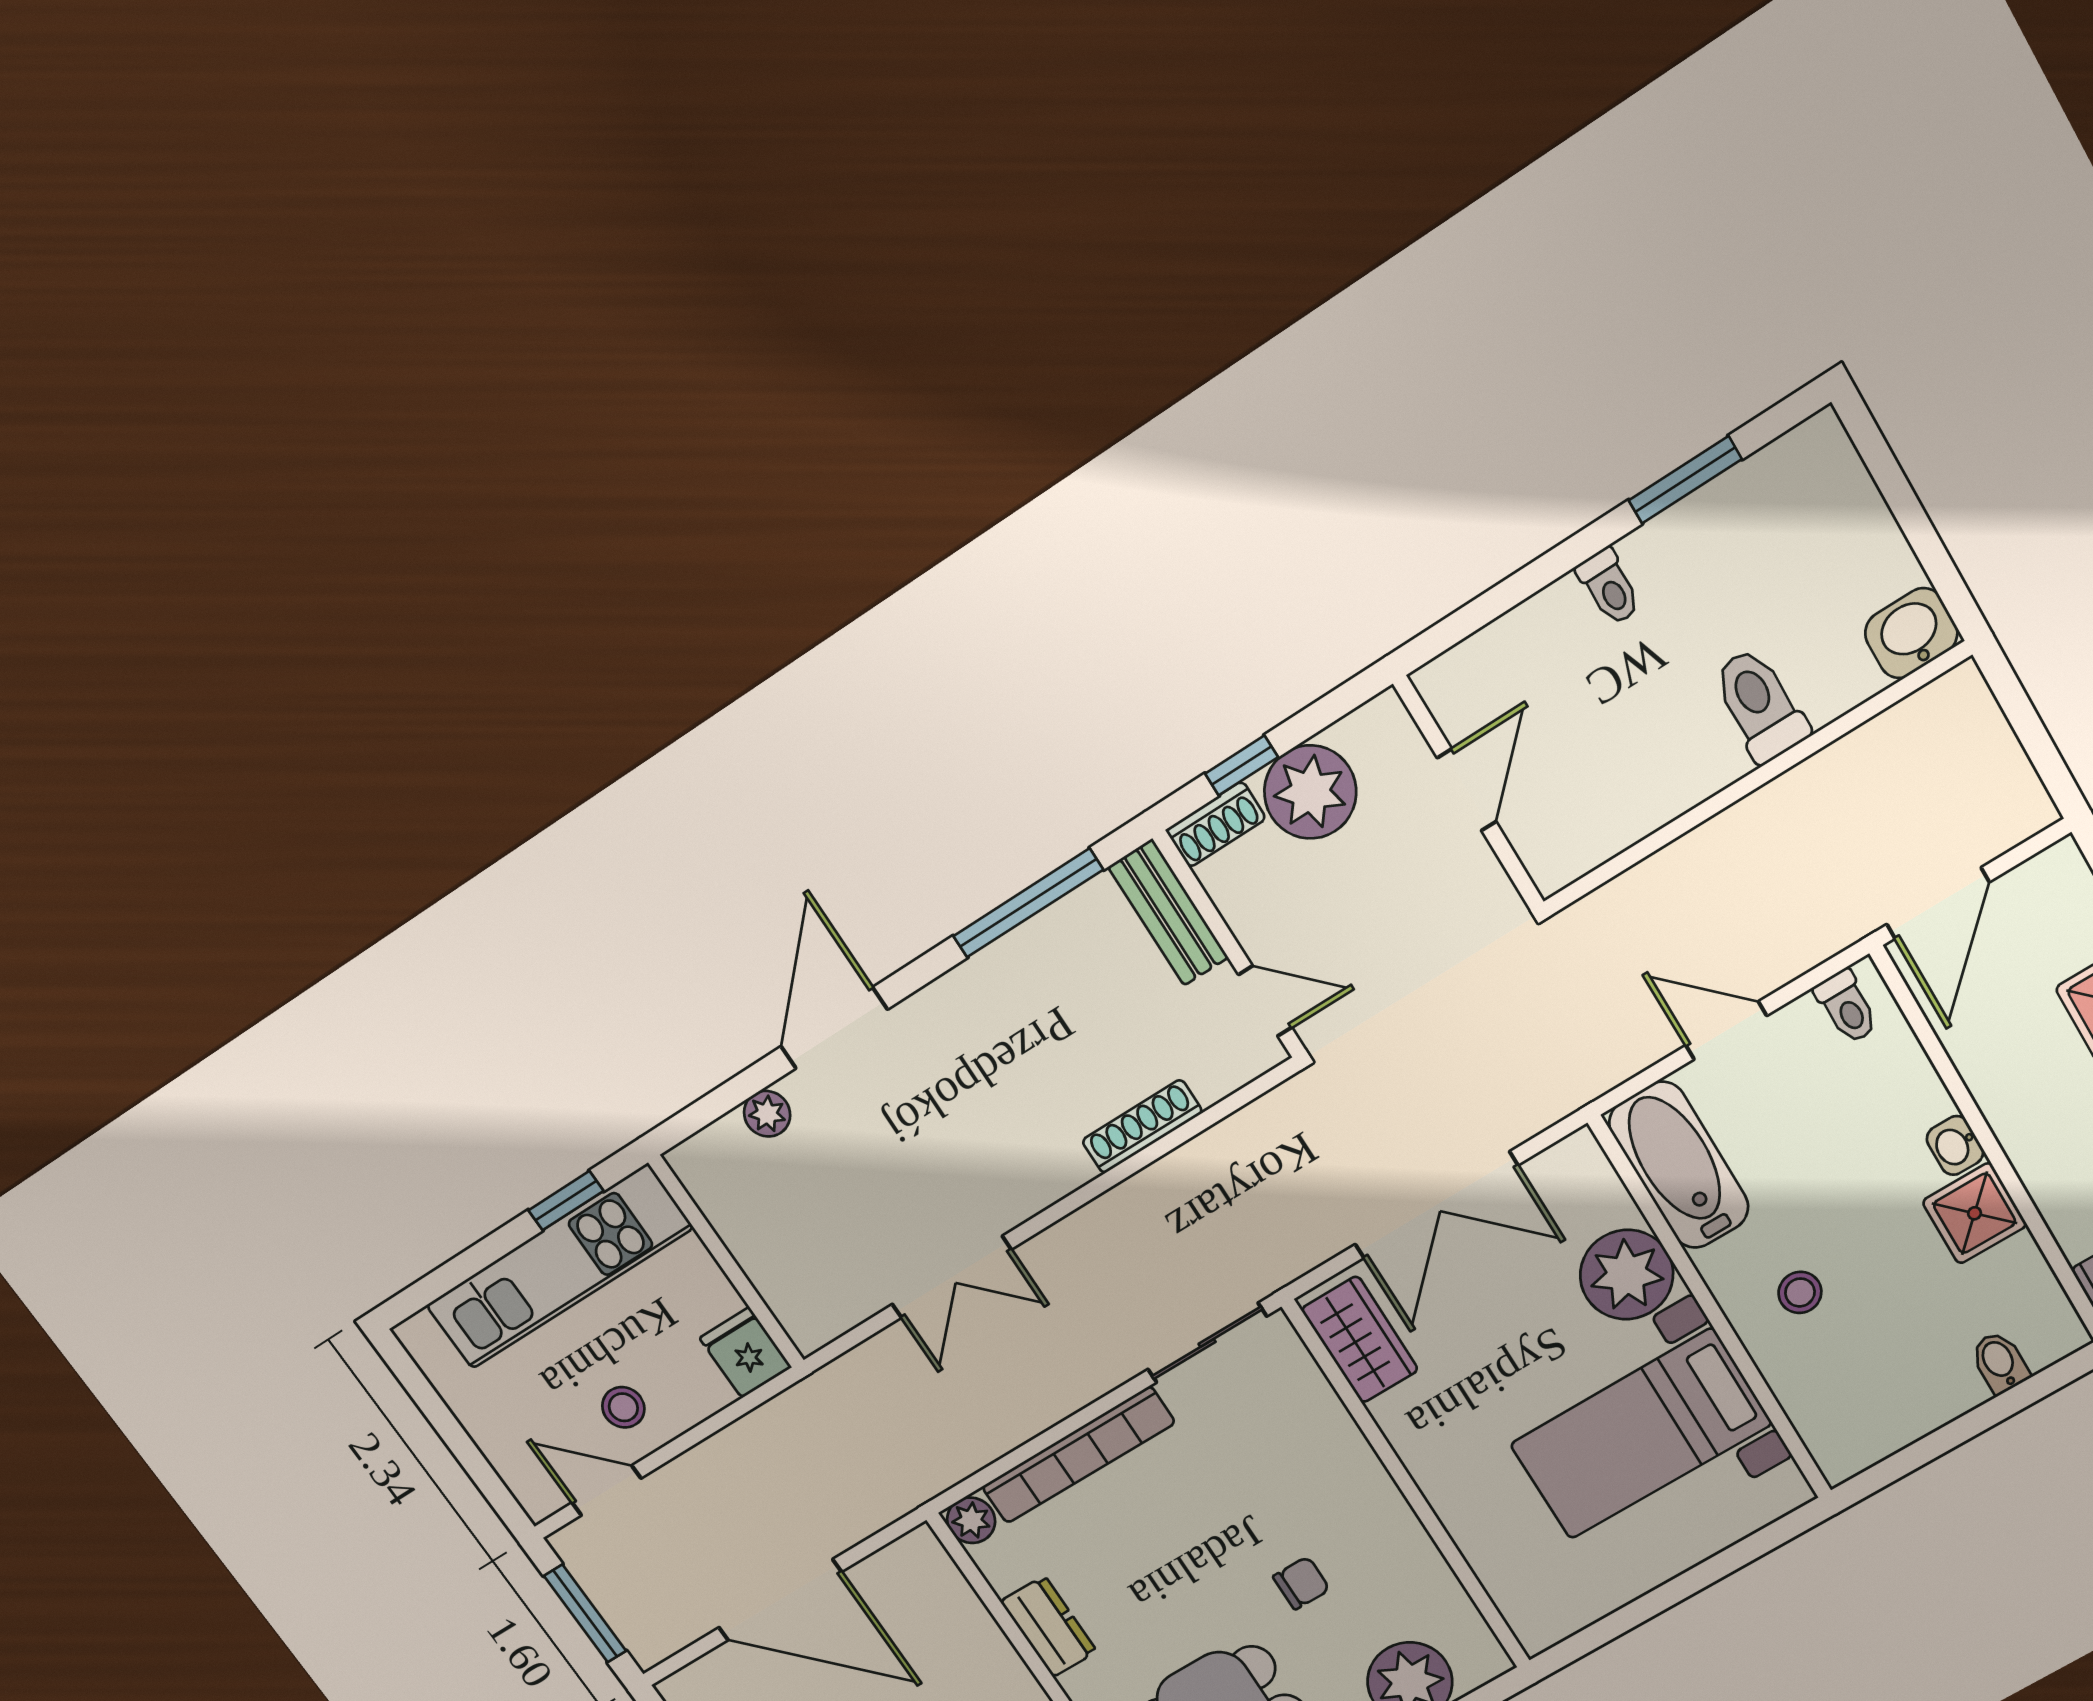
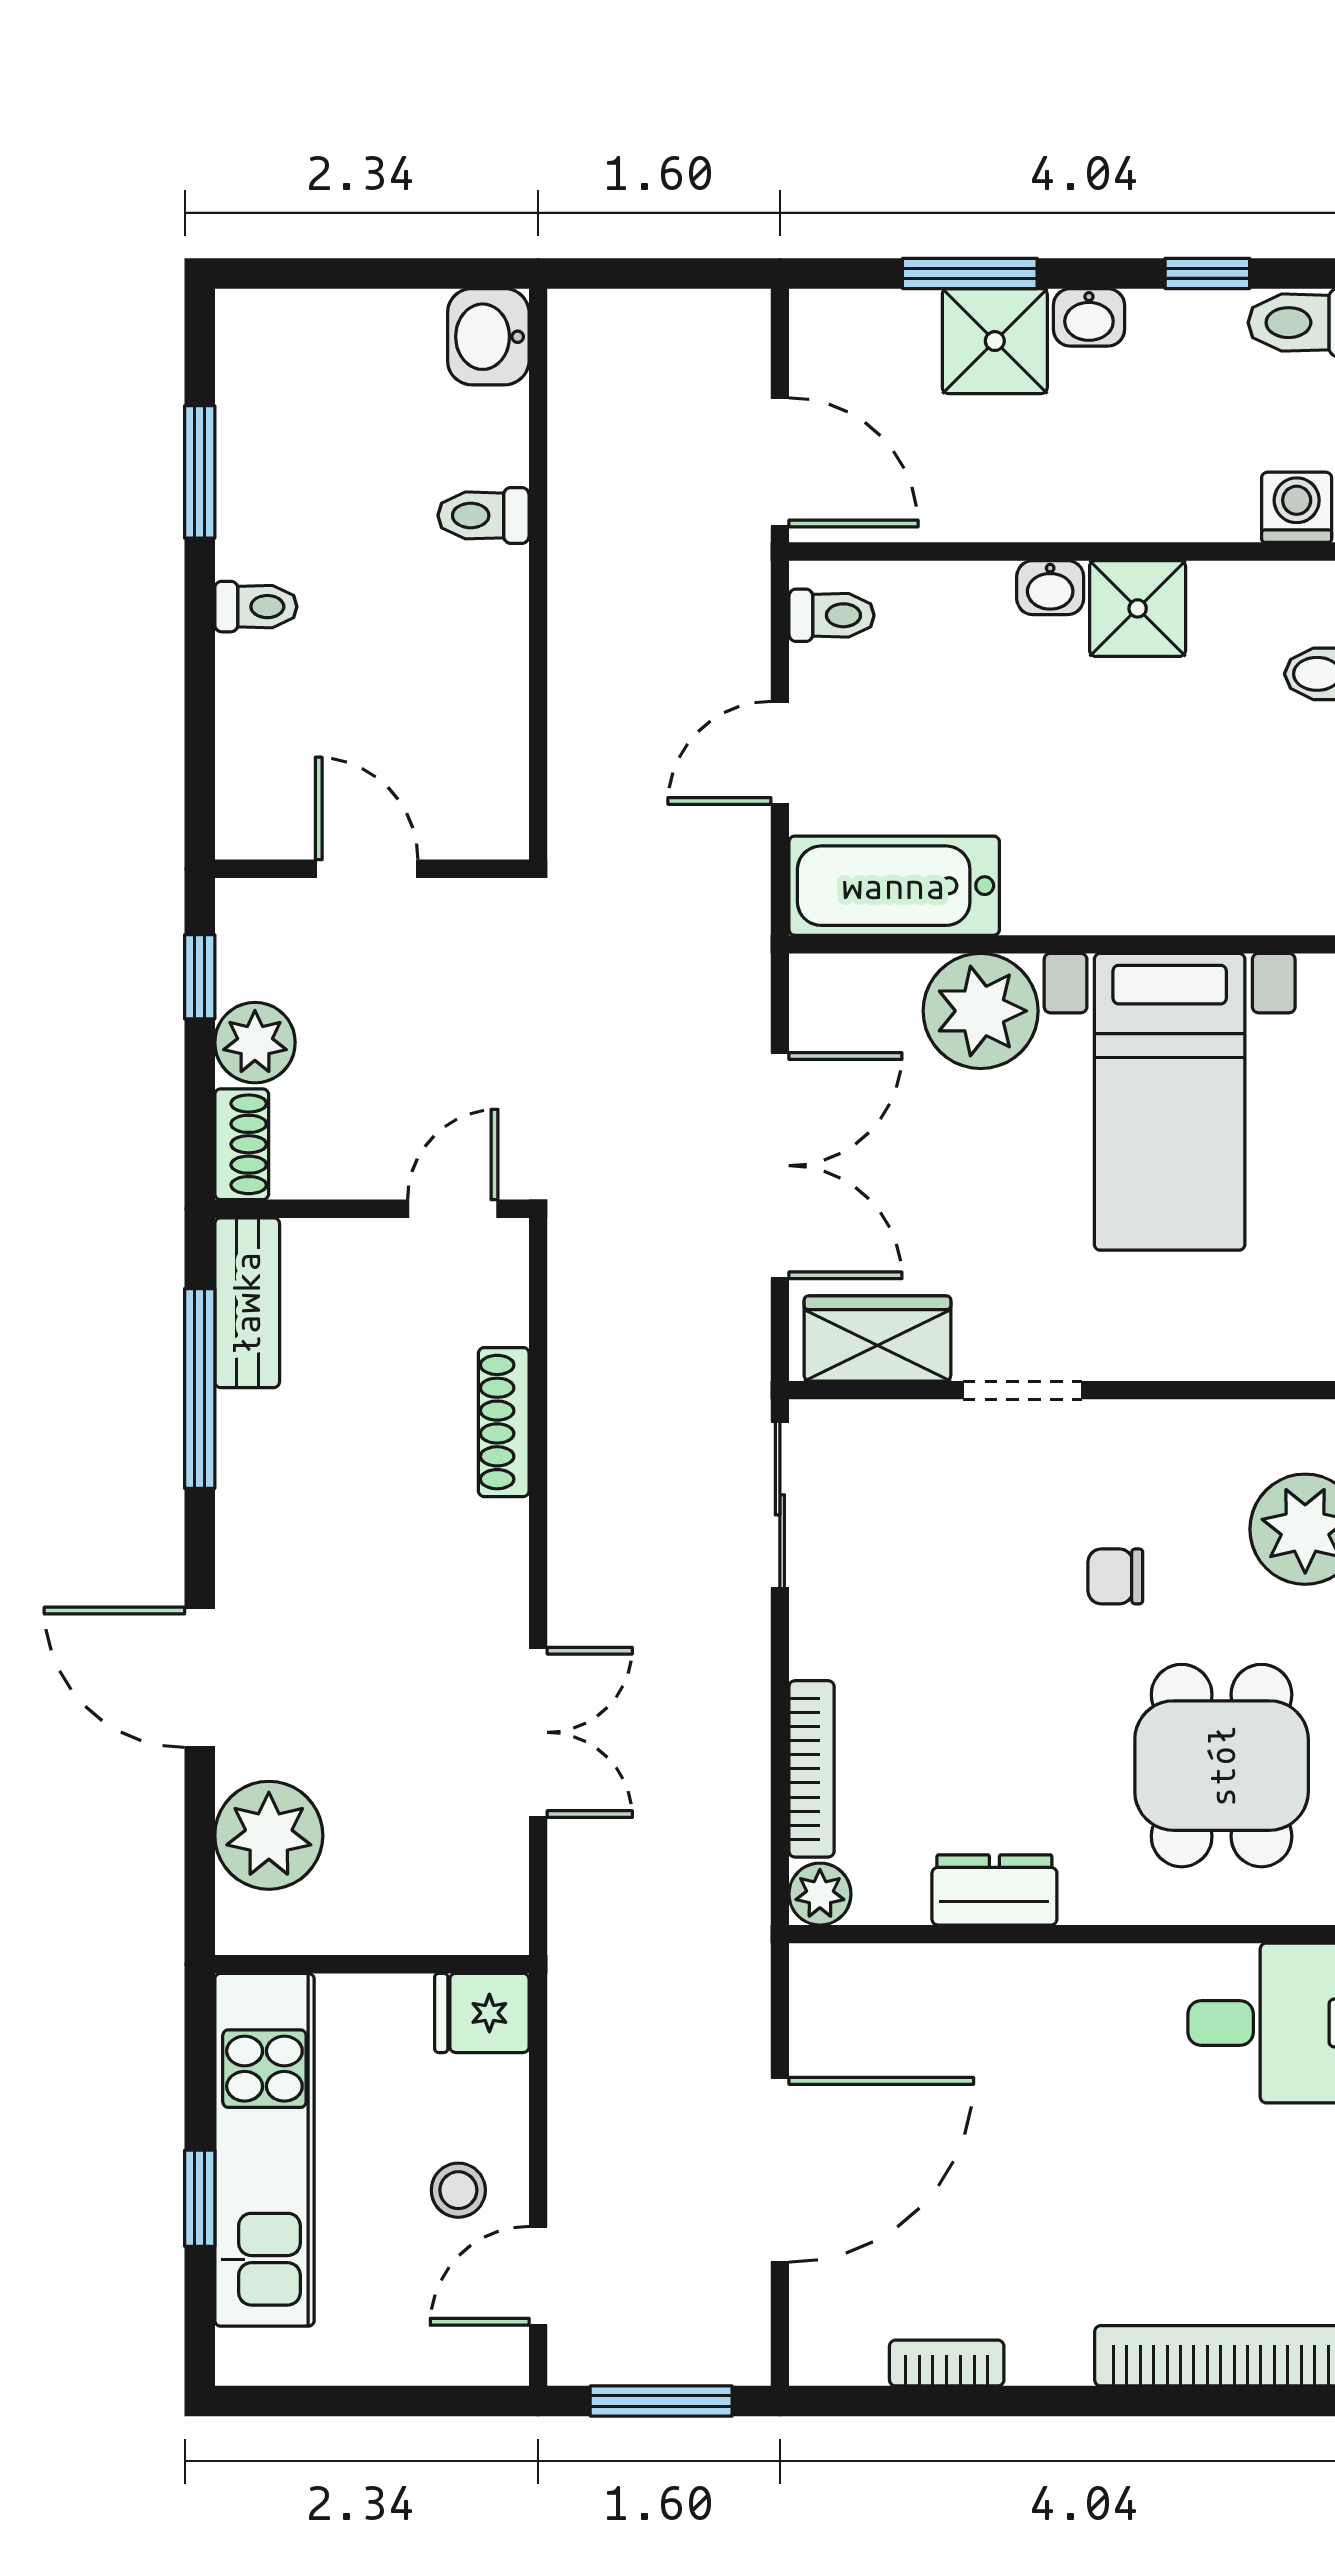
toilet: (1760, 705) -> (483, 515), width x0.73, depth x0.72
window: (1242, 765) -> (200, 977), moved
plant: (1310, 792) -> (255, 1043), width x0.73, depth x0.73
bench: (1168, 912) -> (247, 1303), moved, turned 90
plant: (767, 1114) -> (269, 1835), width x1.88, depth x1.88
window: (566, 1201) -> (200, 2198), moved
stool: (1800, 1292) -> (1113, 840), removed
doorway: (1386, 1453) -> (1022, 1390), added
bookcase: (1078, 1455) -> (812, 1769), width x0.68, depth x0.76
chair: (1301, 1583) -> (1115, 1576), turned -90

